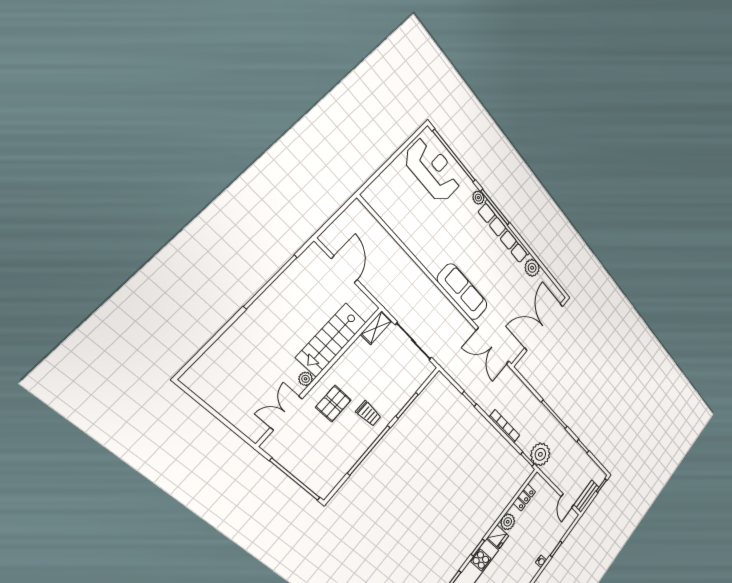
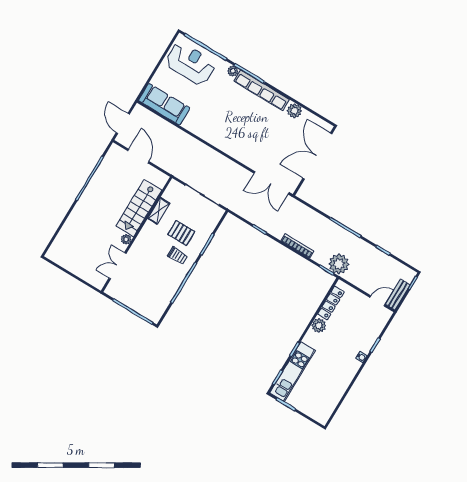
door: (333, 219) -> (123, 123), added
sofa: (462, 292) -> (164, 104), moved
shelving: (376, 328) -> (159, 211), moved
pallet: (333, 404) -> (181, 233), moved, turned 90
locker: (524, 497) -> (331, 303), width x1.53
door: (567, 501) -> (377, 301), swing flipped
fridge: (498, 537) -> (312, 339), removed

